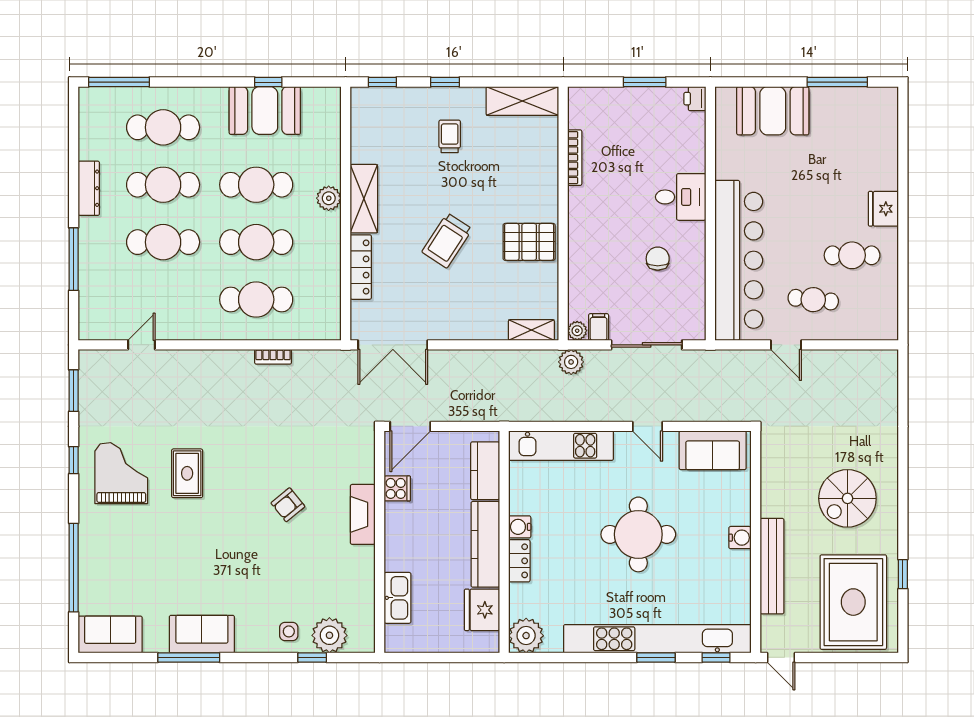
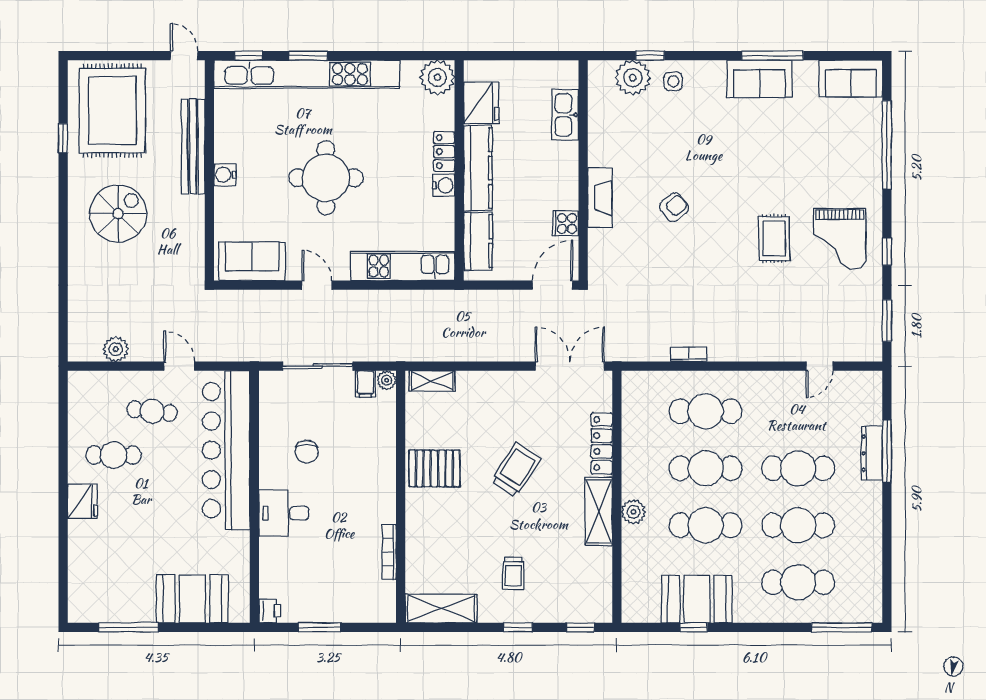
dresser: (89, 188) -> (872, 453), moved
plant: (571, 362) -> (116, 349), moved

